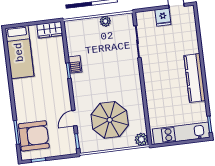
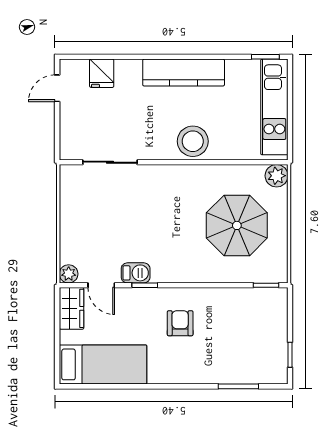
fridge: (163, 17) -> (102, 73), moved, turned 90
plant: (105, 21) -> (69, 274), moved
stool: (155, 88) -> (193, 141), added
door: (74, 118) -> (101, 285), moved
armchair: (34, 136) -> (180, 323), moved, width x0.53, depth x0.53

